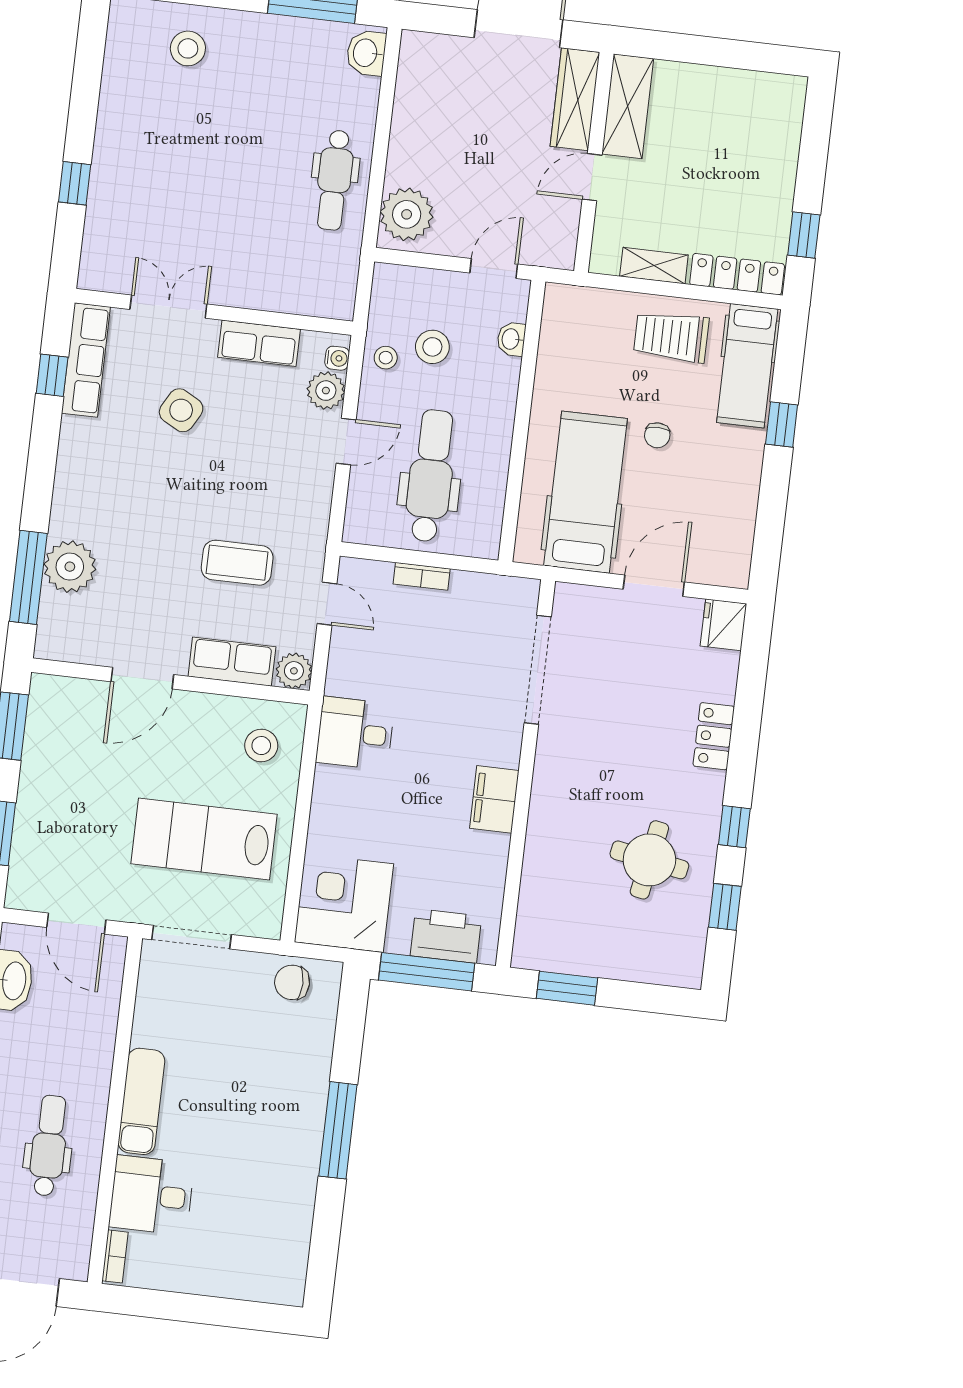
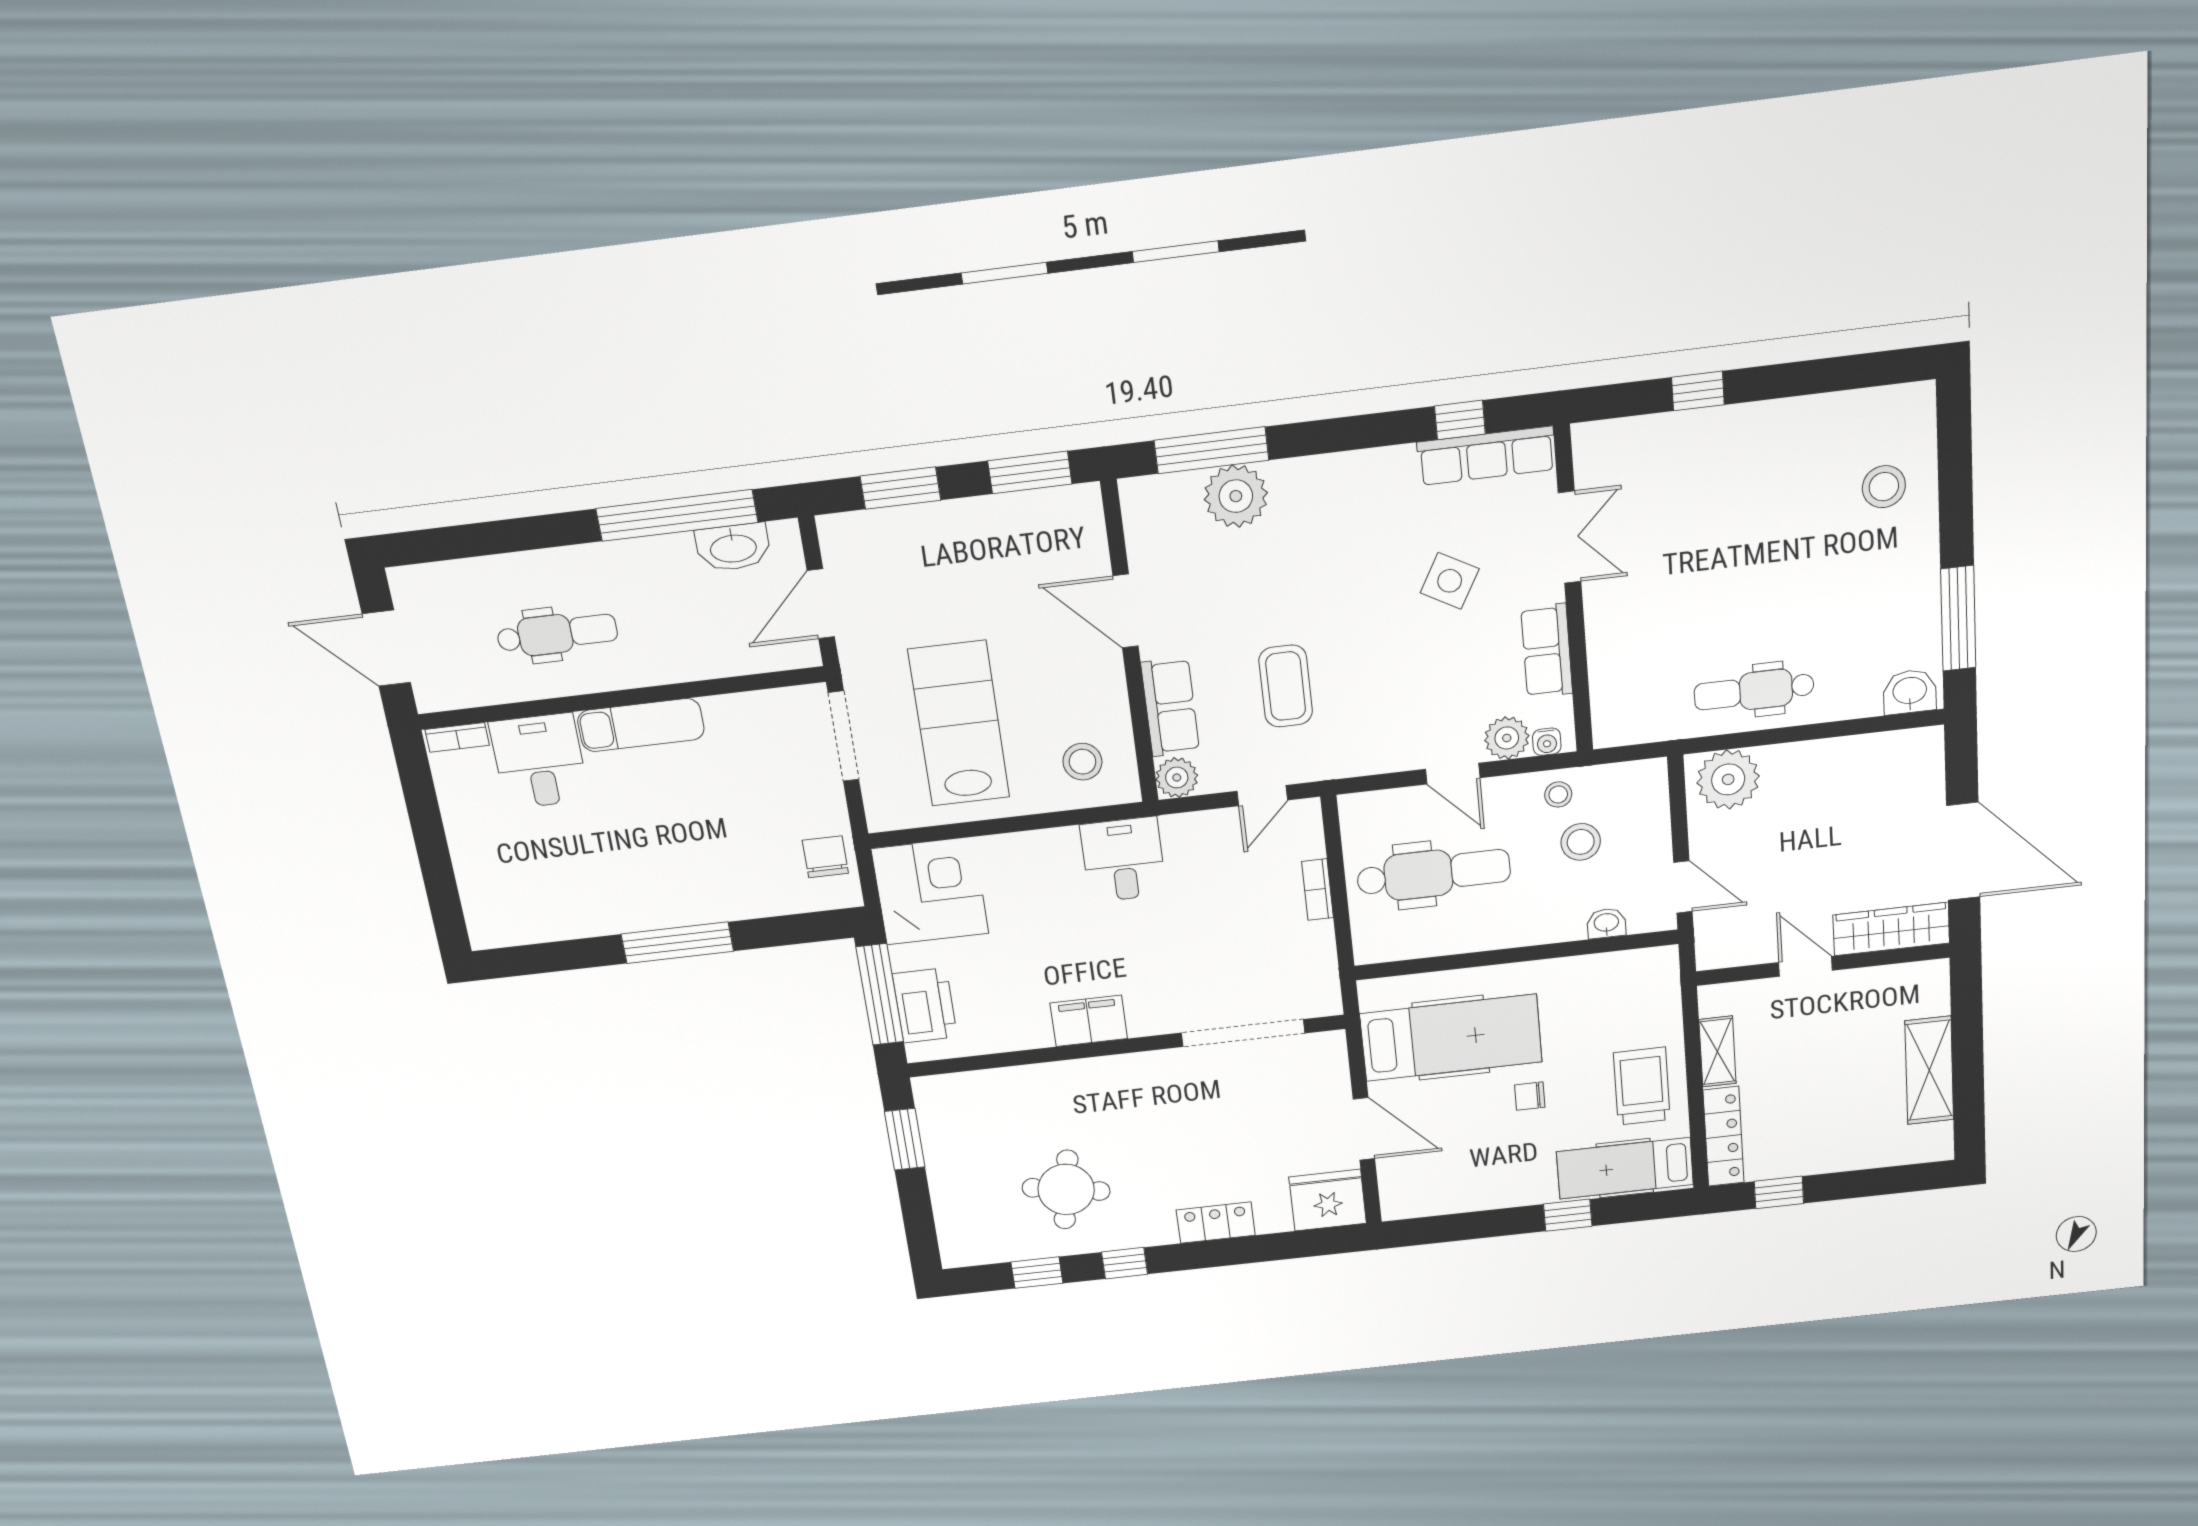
shelving: (628, 106) -> (1929, 1070), moved, turned 90
fridge: (723, 625) -> (1328, 1200), width x1.36, depth x1.34

